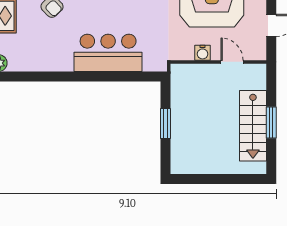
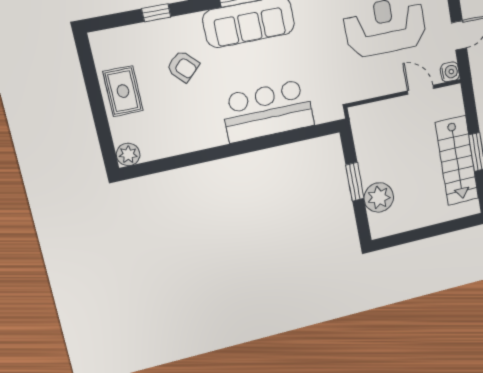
water cooler: (203, 53) -> (450, 72), moved, turned -90
plant: (183, 141) -> (379, 197), added

